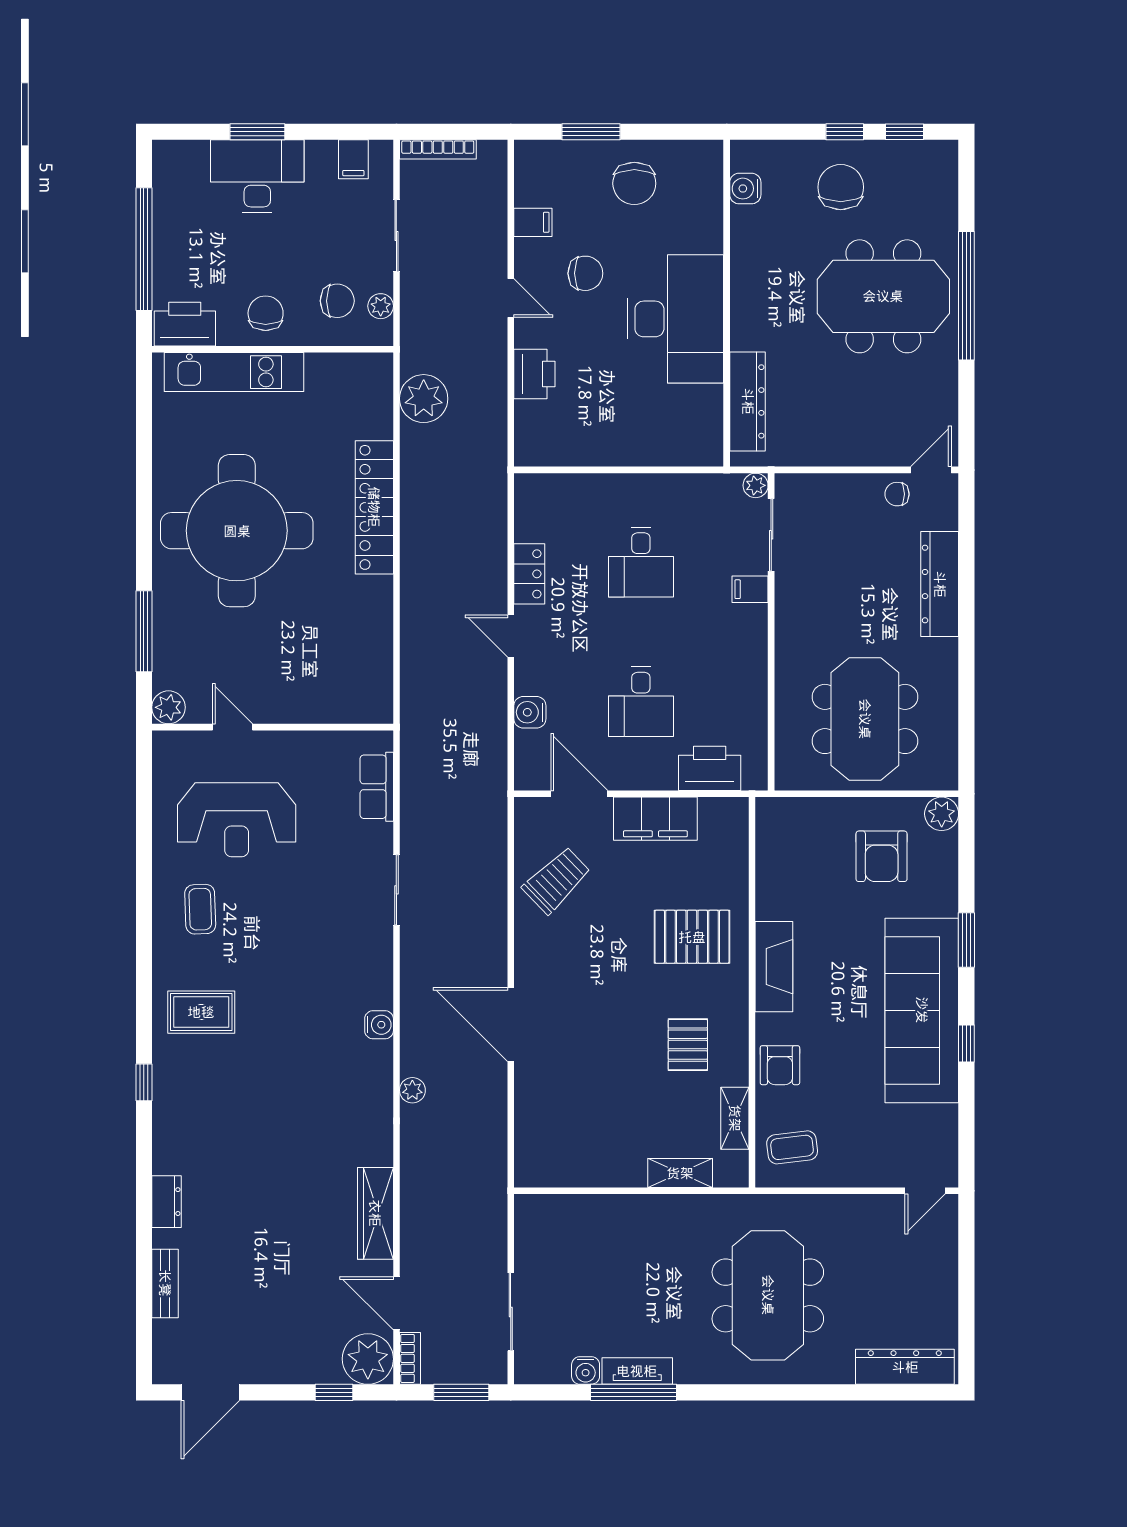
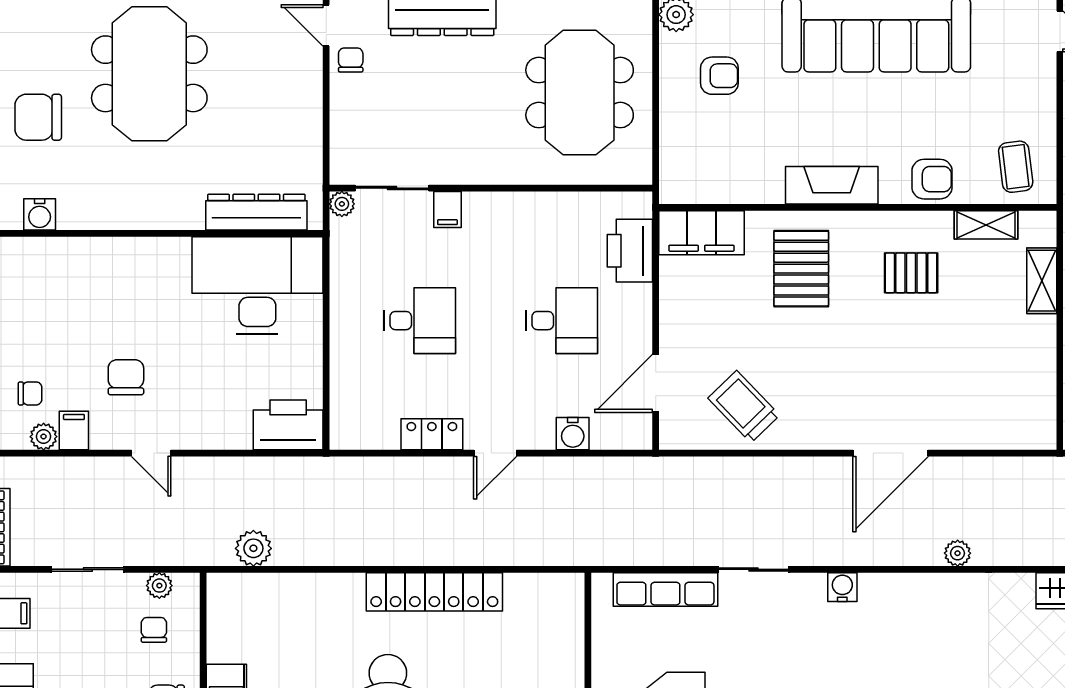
chair: (634, 183) -> (30, 393), moved, width x0.54, depth x0.54
plant: (527, 192) -> (44, 437), added
door: (511, 298) -> (151, 453), swing flipped
chair: (337, 301) -> (154, 630), width x0.73, depth x0.73
desk: (675, 319) -> (257, 285), moved
printer: (534, 374) -> (288, 425), moved, width x1.37, depth x1.19
plant: (424, 399) -> (253, 548), width x0.73, depth x0.73
chair: (897, 494) -> (351, 60), turned 180
locker: (374, 507) -> (434, 592), moved
meeting table: (865, 719) -> (580, 93), turned 90
row of seats: (377, 787) -> (665, 590), width x1.48
filing cabinet: (655, 819) -> (701, 233), moved, turned 90
armchair: (882, 856) -> (719, 76), width x0.72, depth x0.72
water cooler: (379, 1025) -> (842, 587), moved

